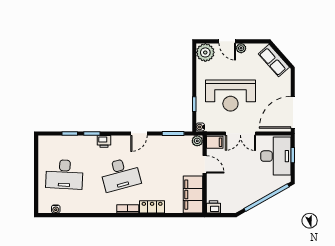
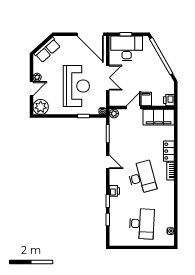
filing cabinet: (215, 142) -> (146, 99), moved

